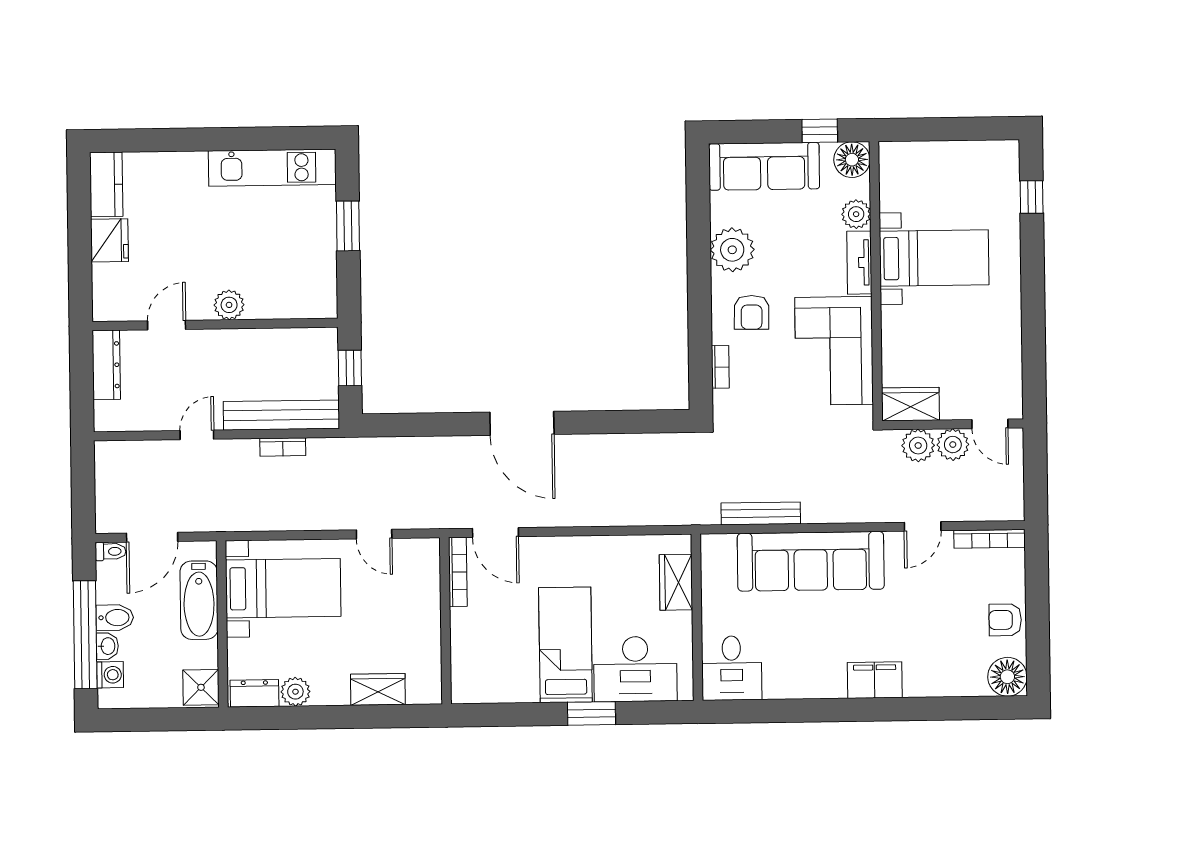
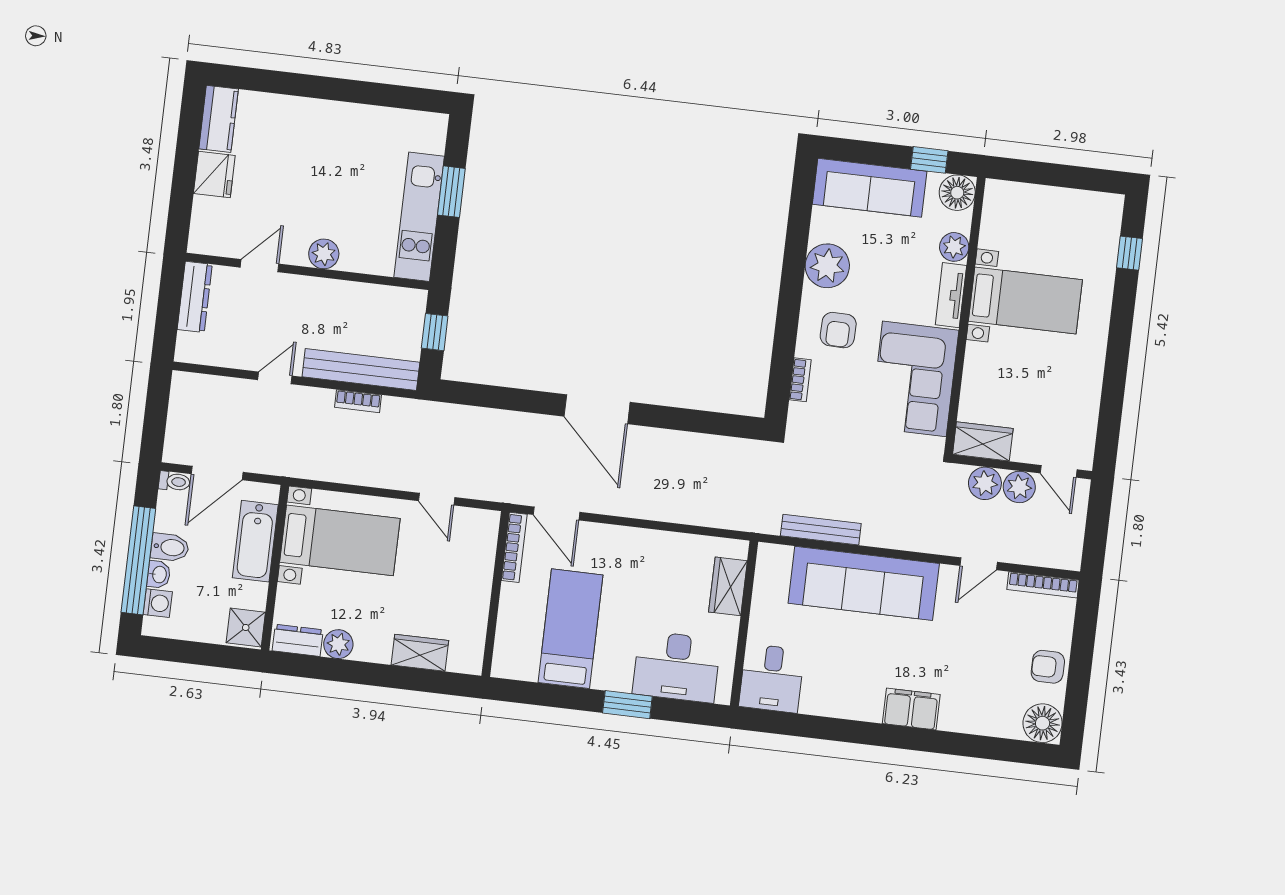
kitchen unit: (272, 168) -> (419, 217), moved, turned 90
bed: (565, 645) -> (571, 629), moved

